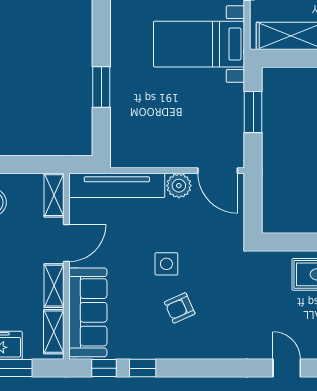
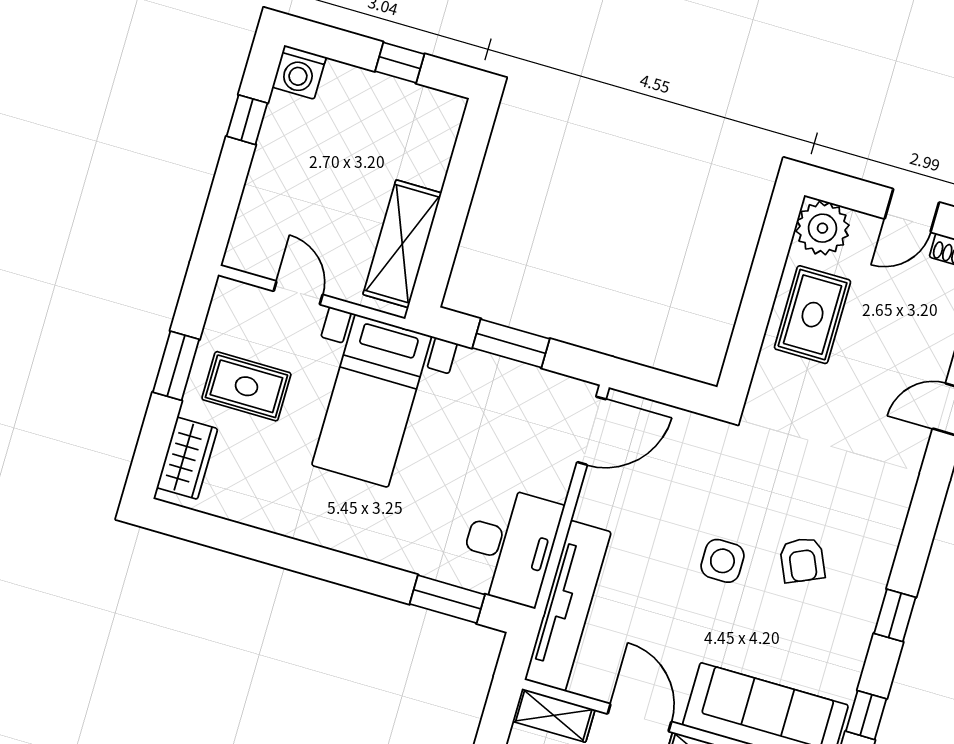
window: (101, 87) -> (447, 599), moved
desk: (141, 144) -> (510, 546), added
plant: (179, 186) -> (598, 502), removed
window: (143, 368) -> (895, 615), moved

